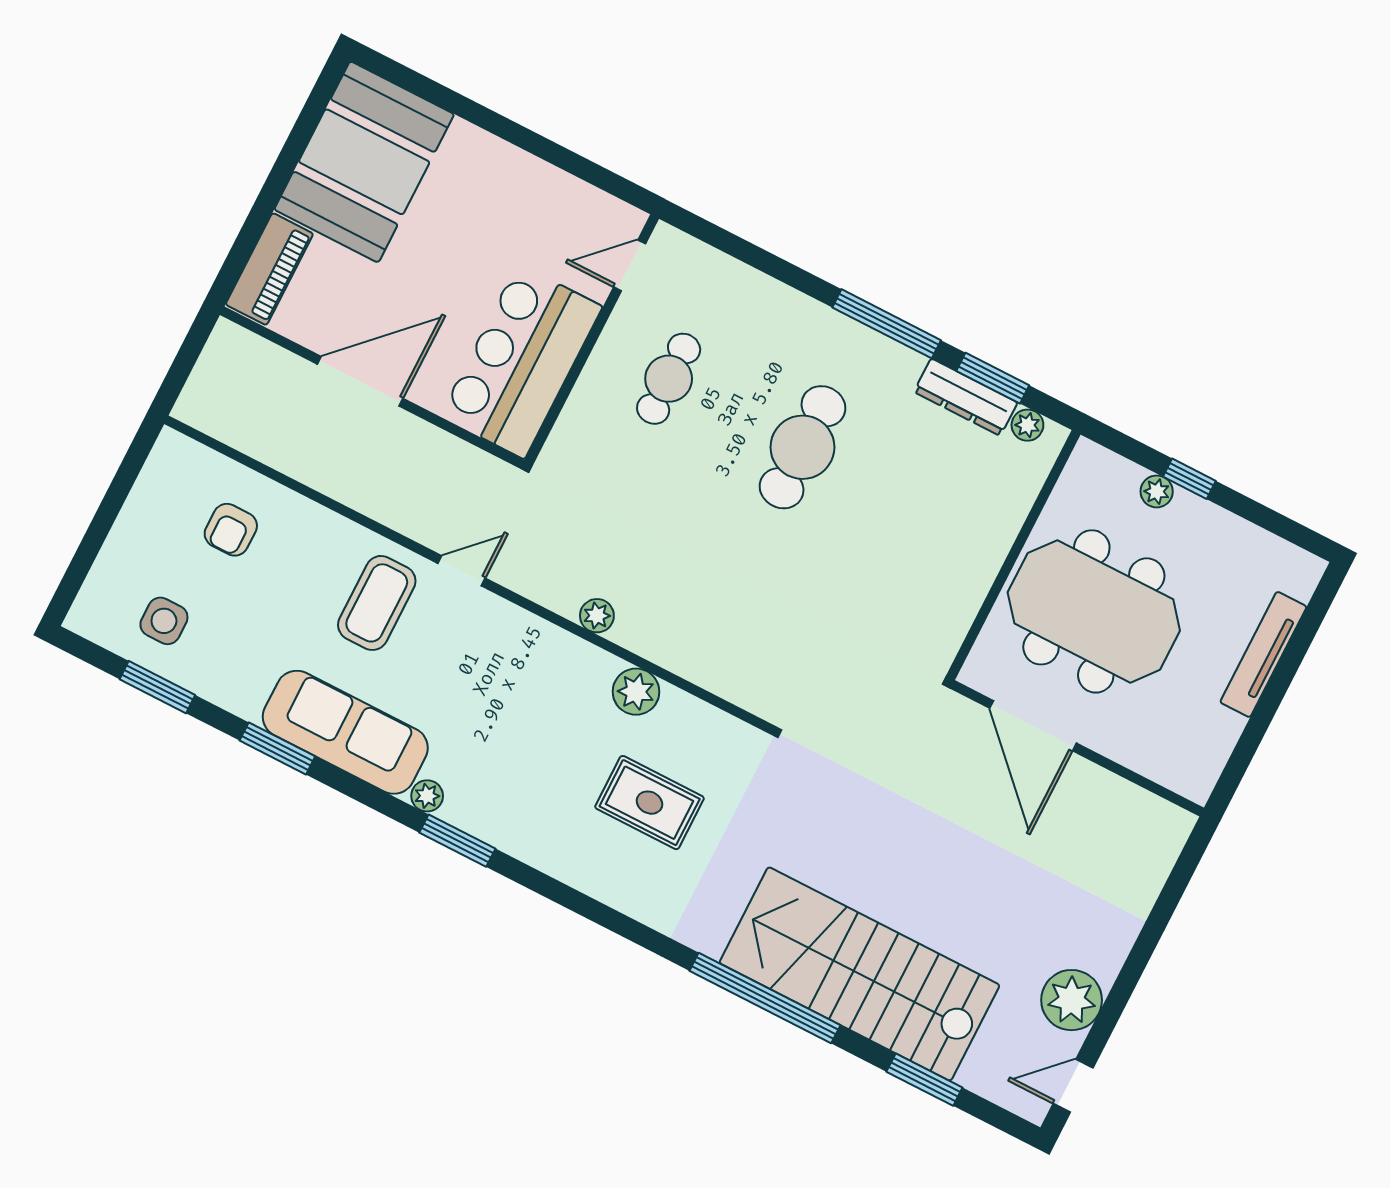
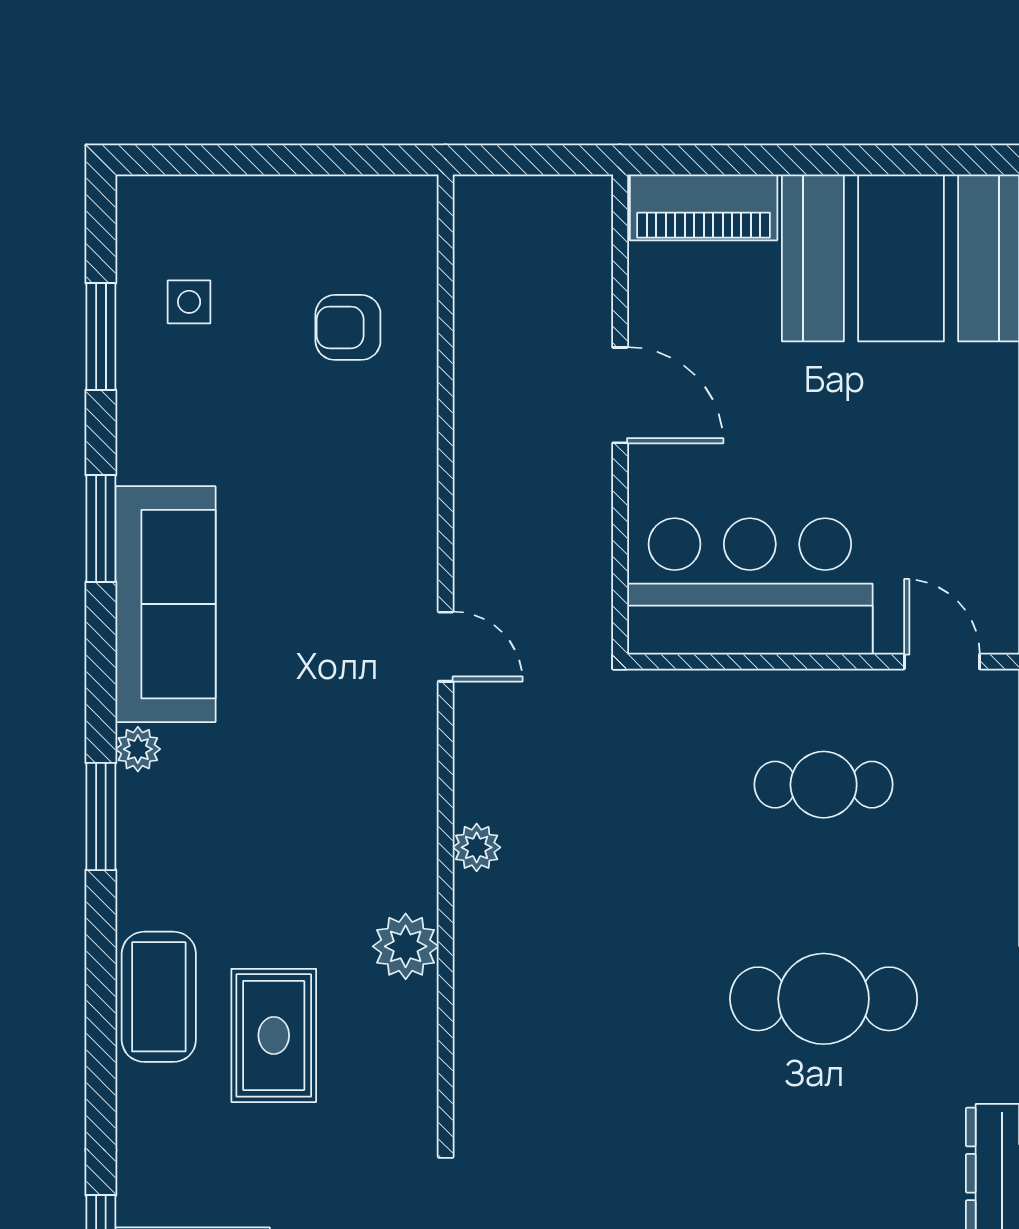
door: (360, 381) -> (620, 395), width x0.73
coffee table: (377, 603) -> (159, 997), moved, turned 90
side table: (164, 621) -> (189, 302), width x0.73, depth x0.73

